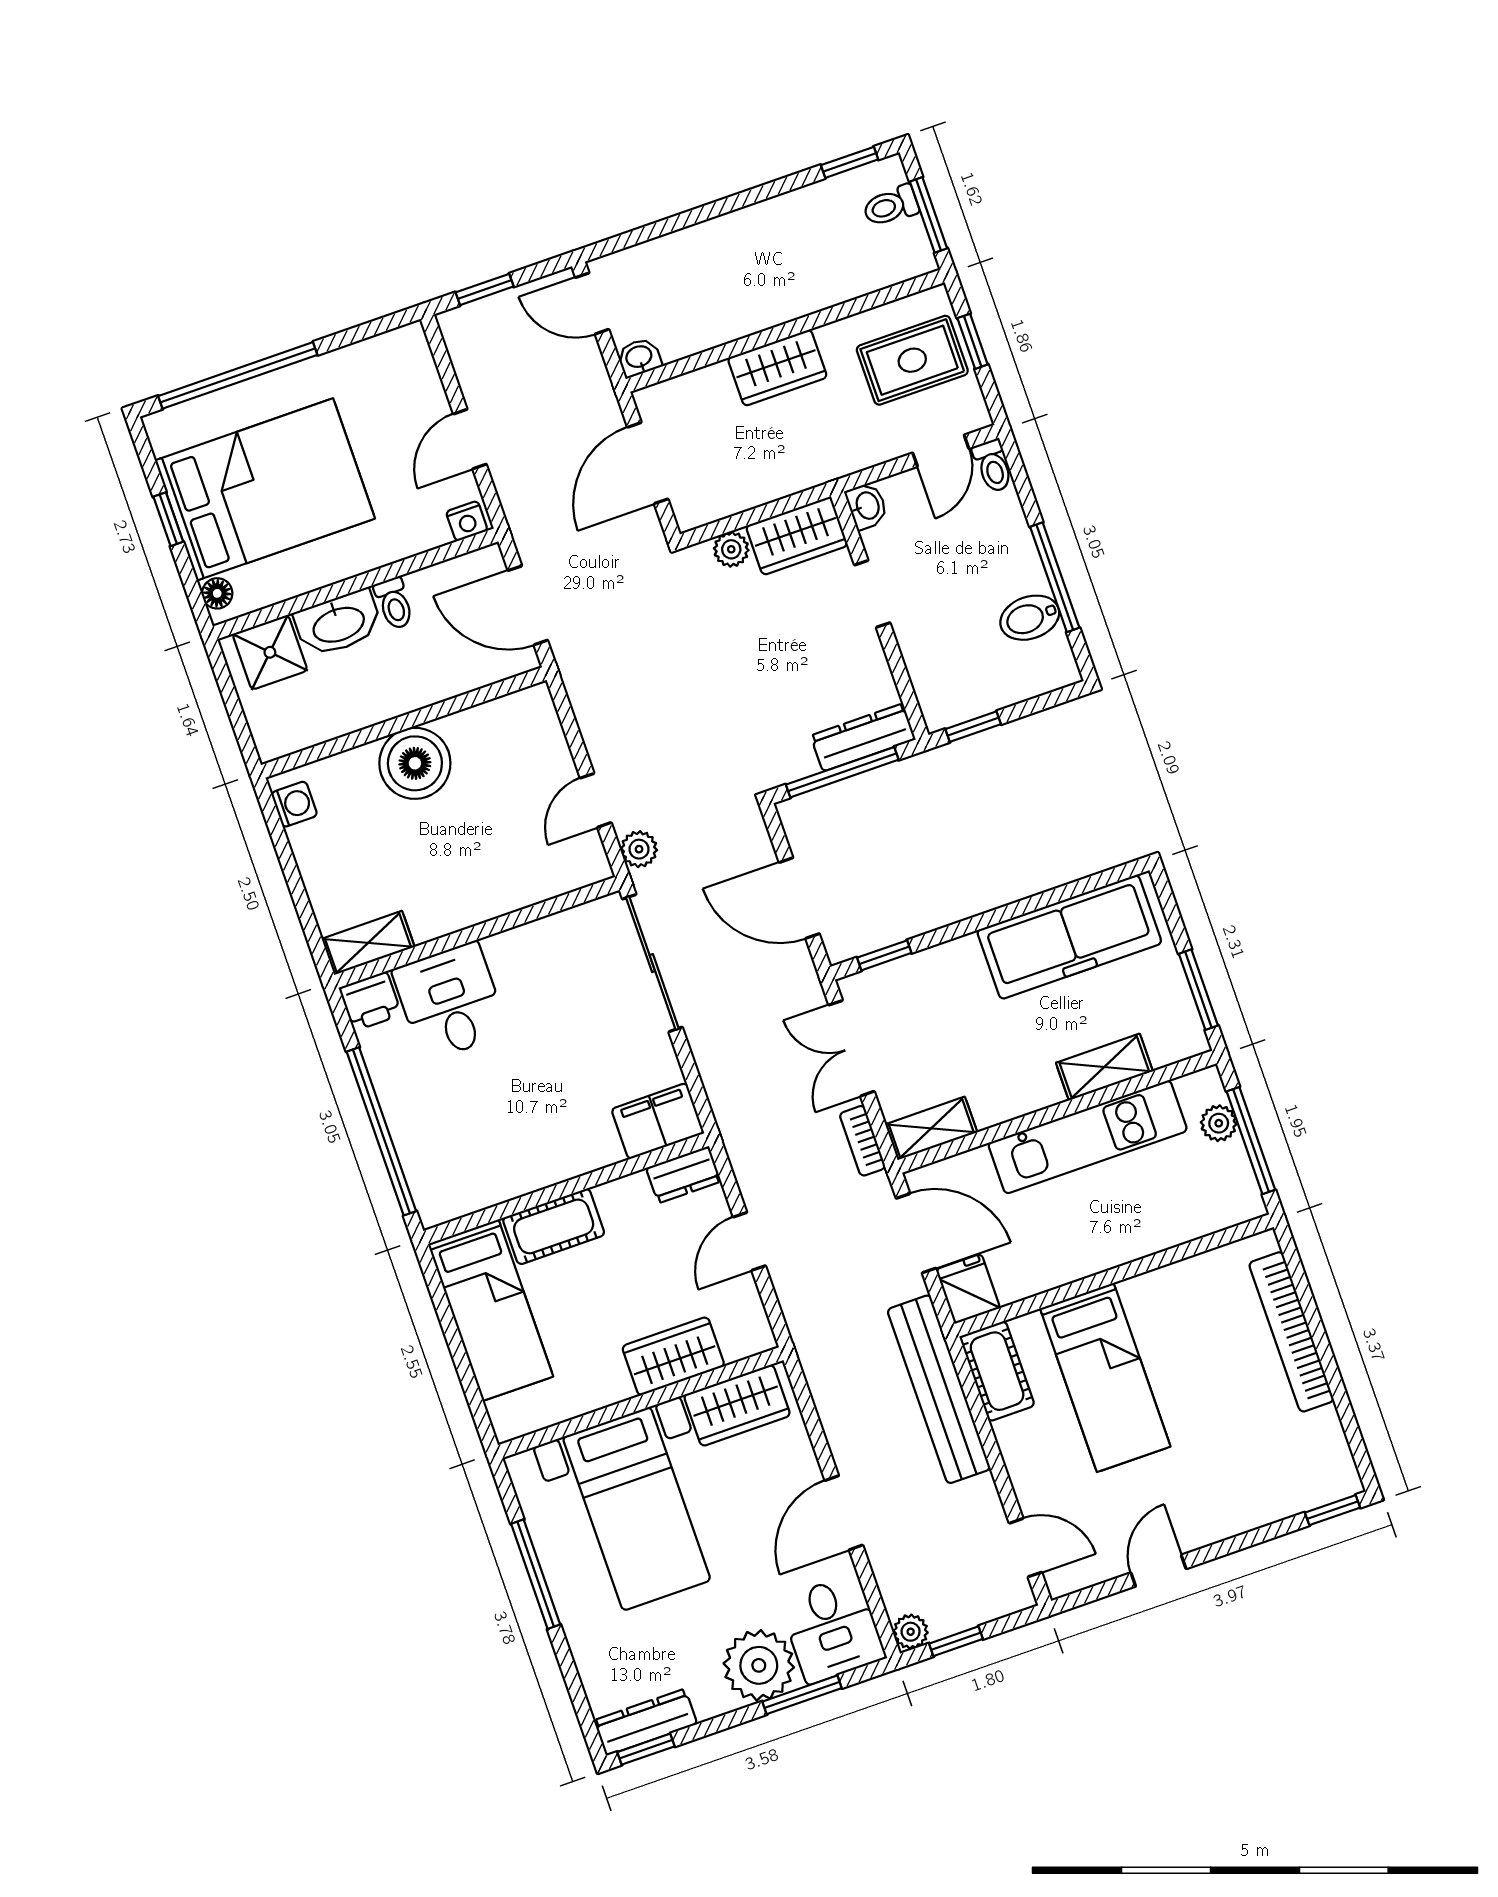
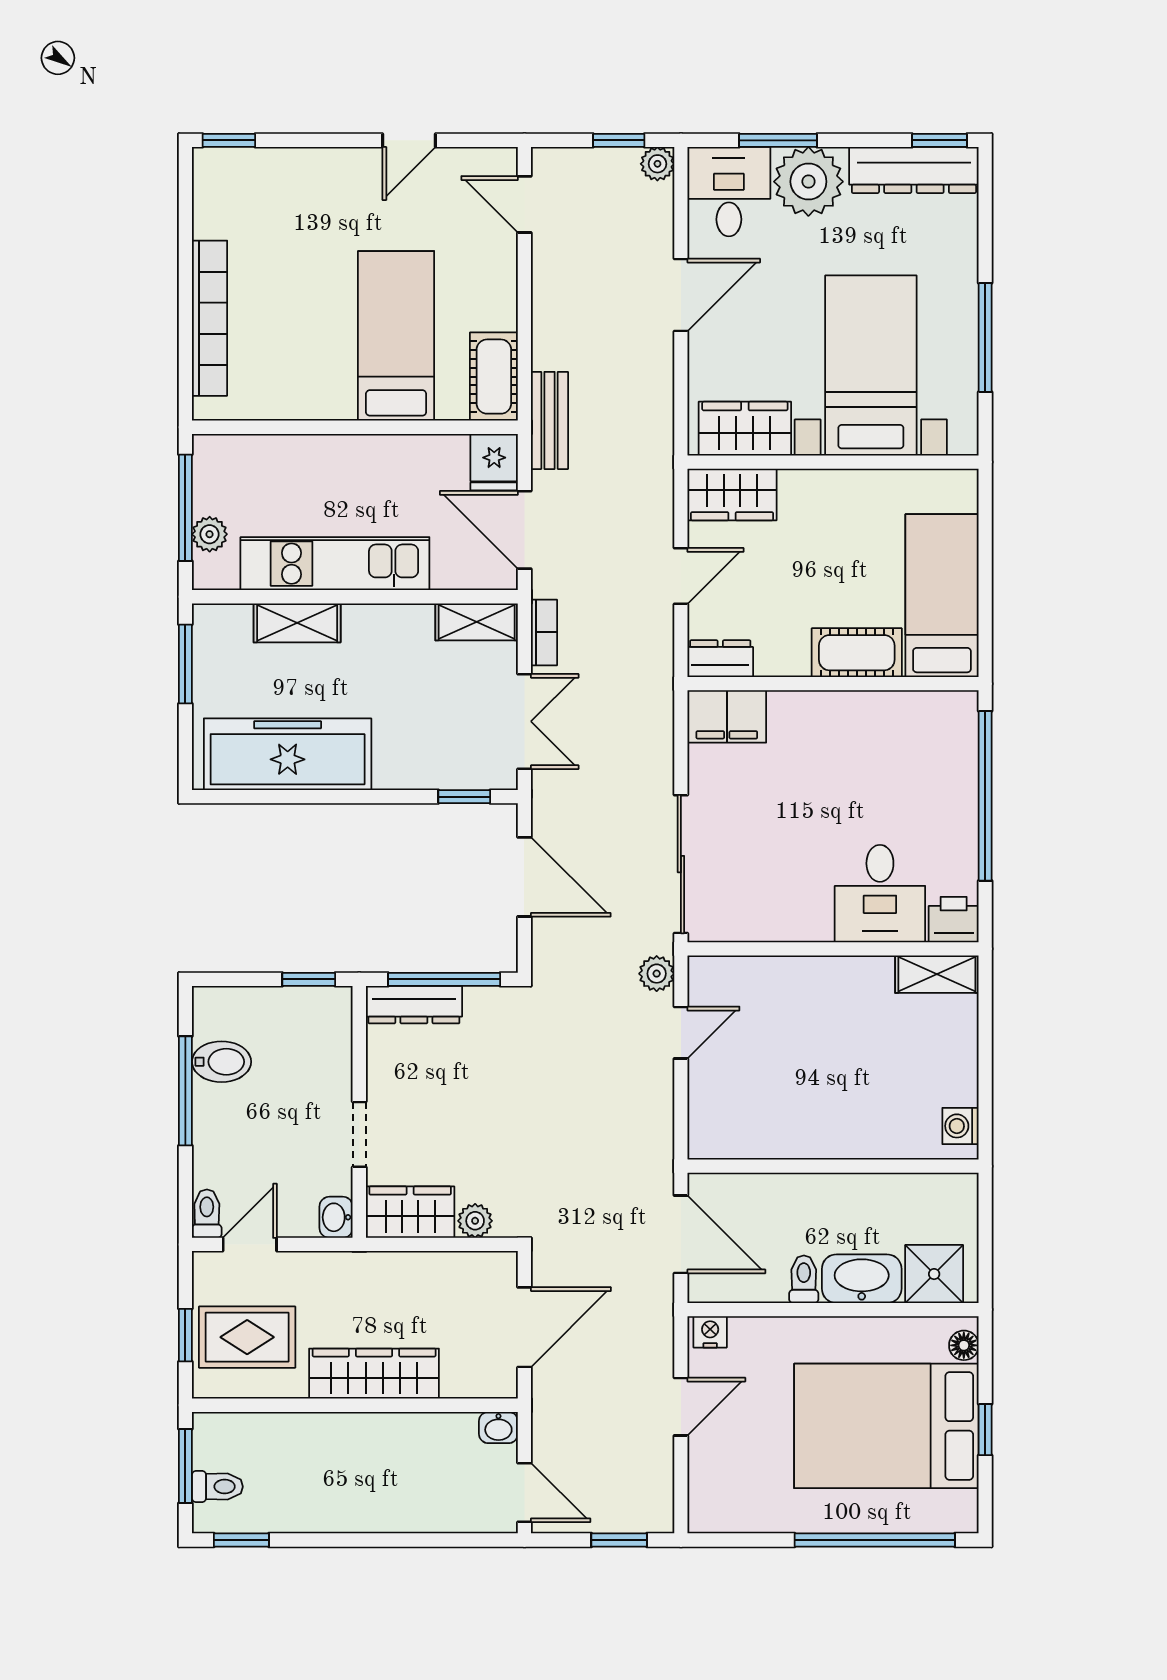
wardrobe: (777, 368) -> (374, 1374), width x1.50
boiler: (415, 763) -> (836, 1125), removed
wardrobe: (673, 1356) -> (732, 494), moved
bench: (939, 1389) -> (549, 420), width x0.54, depth x0.82
dresser: (646, 1722) -> (914, 170), width x1.37, depth x1.24

